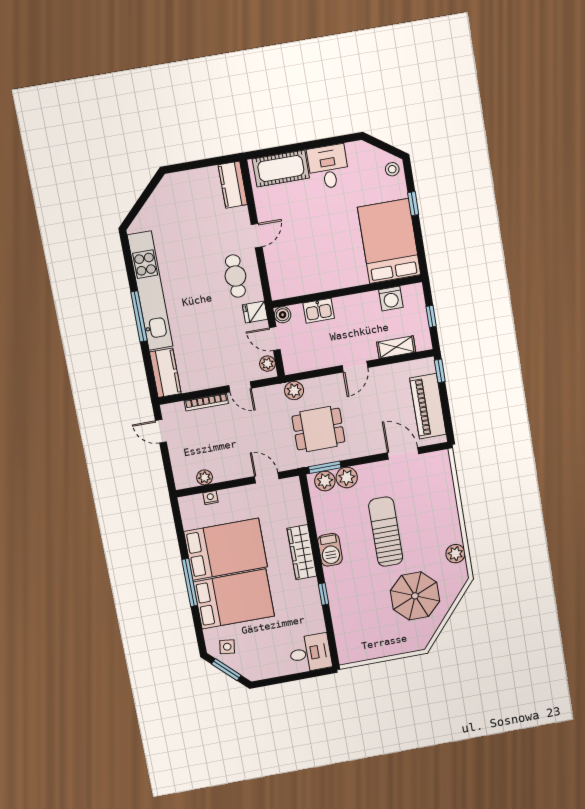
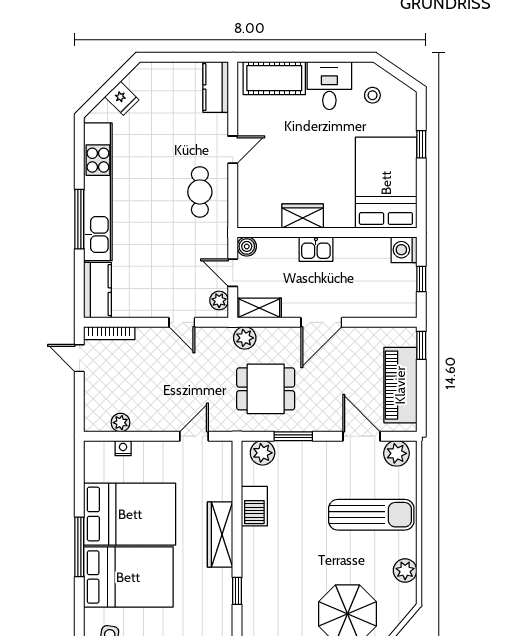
stool: (392, 169) -> (372, 95), moved
wardrobe: (324, 281) -> (303, 216), added
washing machine: (391, 298) -> (404, 250), moved, turned 90
kitchen sink: (319, 311) -> (316, 249), moved
fridge: (255, 312) -> (122, 98), moved, turned -135
shelving: (396, 347) -> (259, 308), moved
door: (355, 367) -> (321, 322), width x1.38
bookcase: (206, 402) -> (109, 333), moved
window: (325, 467) -> (293, 436), moved
door: (267, 478) -> (194, 436), hinge flipped
plant: (347, 478) -> (397, 453), moved
sun lounger: (386, 532) -> (371, 515), moved, turned 90
barbecue: (330, 550) -> (254, 506), moved

